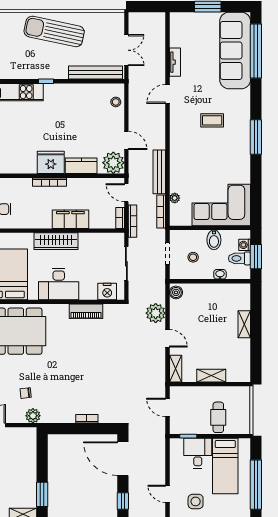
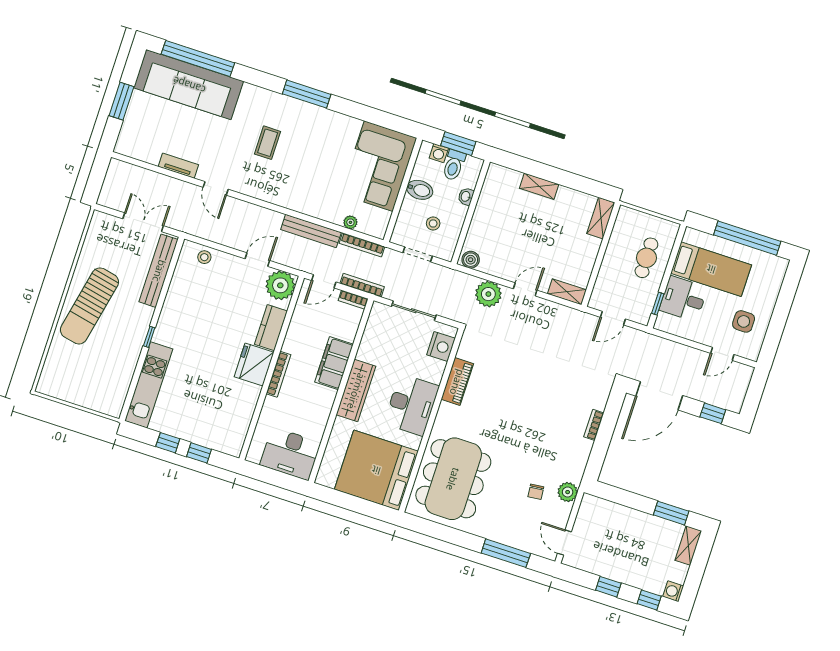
shelving: (211, 376) -> (601, 218), moved
cafe table: (218, 417) -> (646, 258), turned 90

